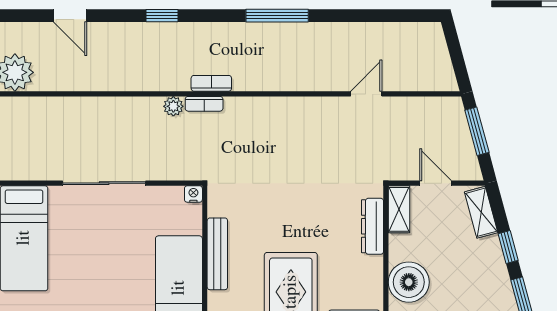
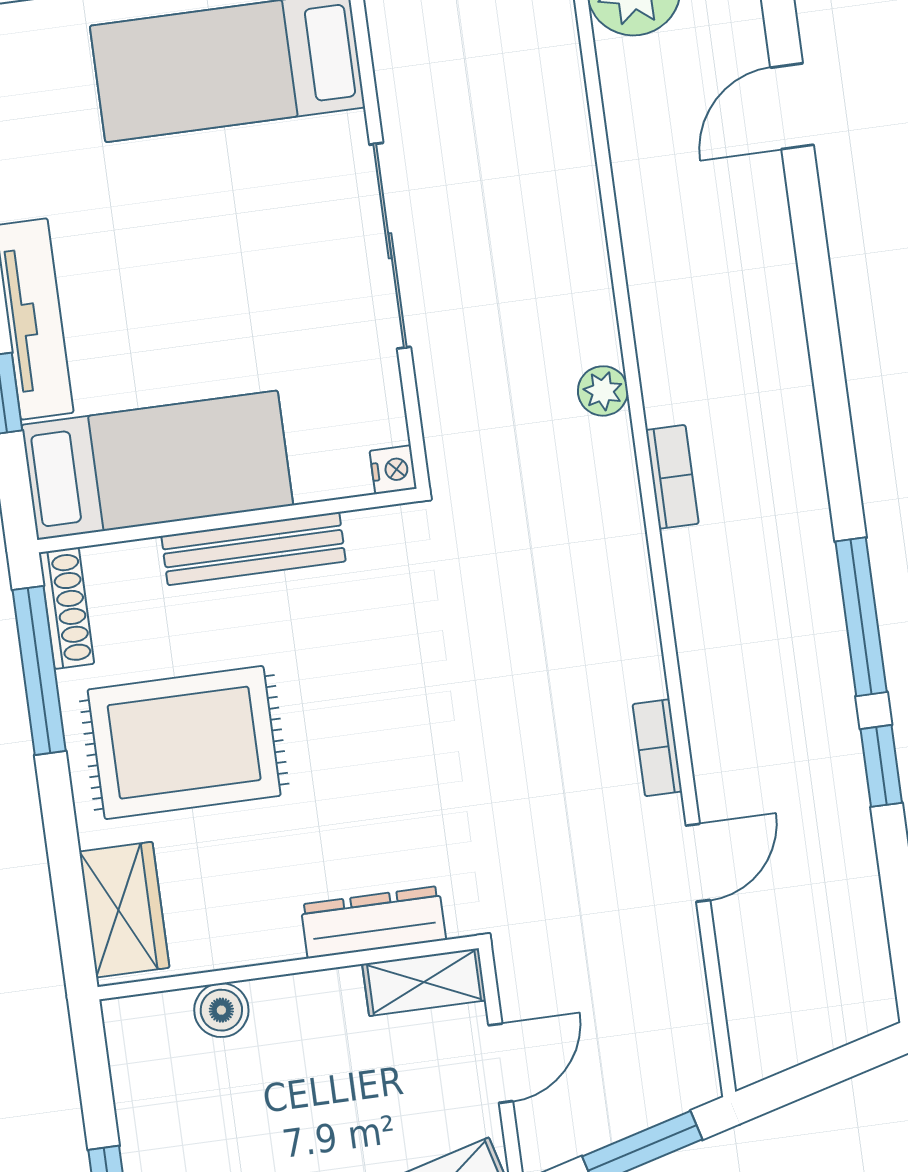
window: (162, 16) -> (881, 766), moved
door: (366, 94) -> (698, 863), hinge flipped
bookcase: (204, 104) -> (657, 748), moved
boiler: (409, 282) -> (221, 1010), width x0.54, depth x0.54

